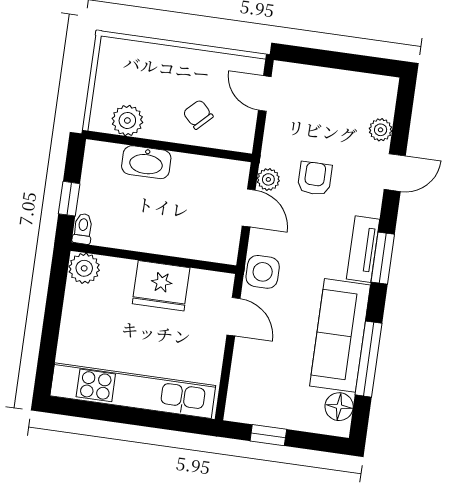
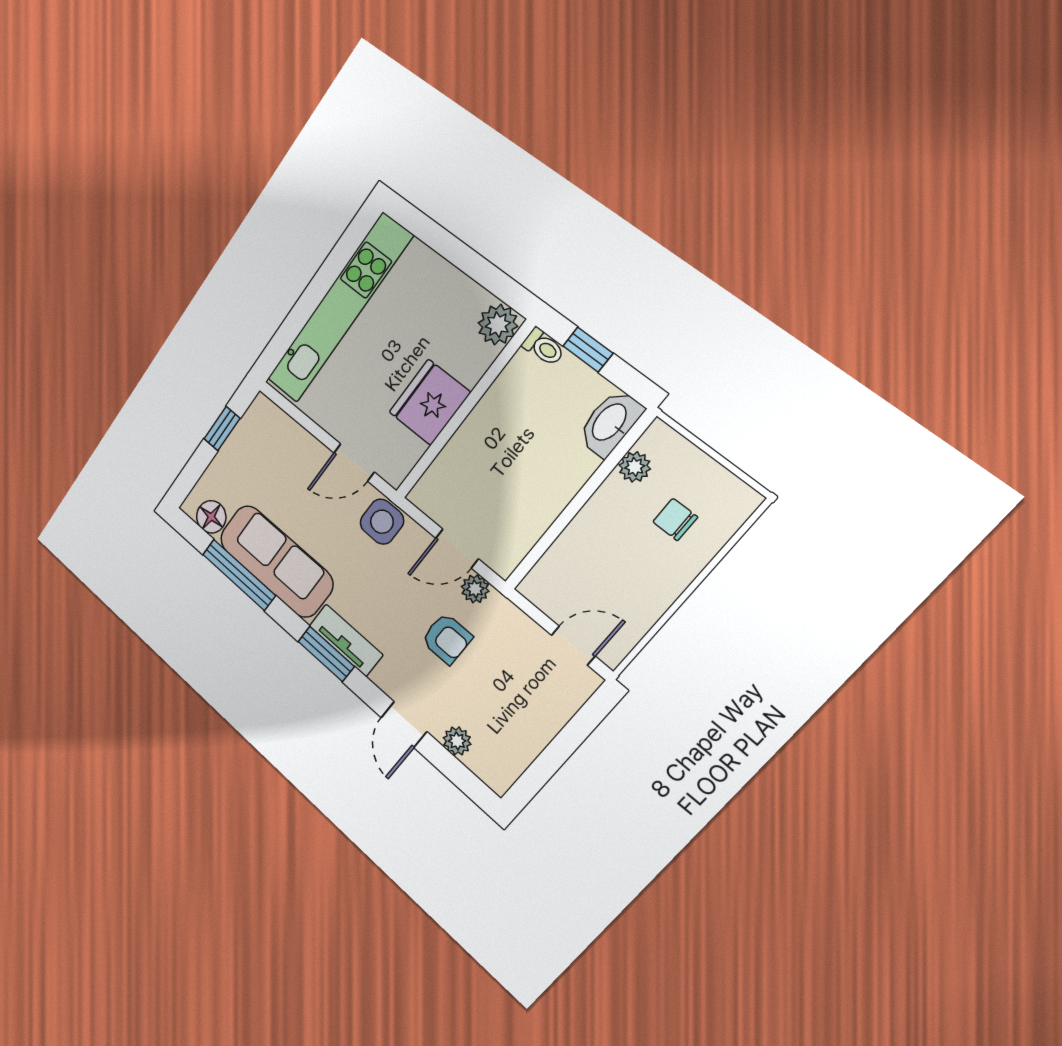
chair: (198, 114) -> (675, 519), moved, turned -135
plant: (127, 120) -> (635, 467), width x0.73, depth x0.73
washbasin: (146, 162) -> (610, 423), moved

